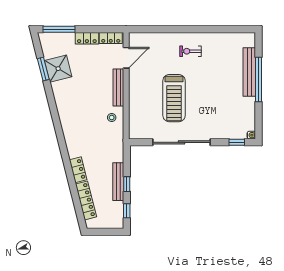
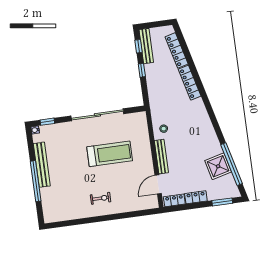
window: (59, 29) -> (222, 202), width x0.69
window: (43, 69) -> (232, 164), width x2.11
bench: (249, 72) -> (42, 165), moved
treadmill: (174, 98) -> (110, 154), turned 90
locker: (78, 170) -> (190, 83), width x1.53
bench: (118, 182) -> (146, 46), moved

